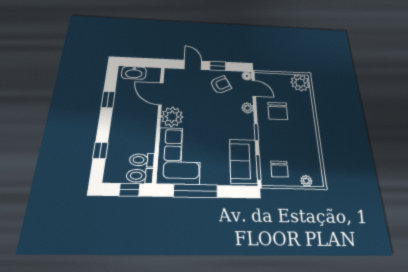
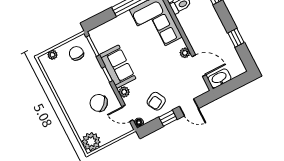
washbasin: (134, 73) -> (219, 78), moved
chair: (278, 111) -> (99, 103), turned -46
plant: (172, 117) -> (185, 53), width x0.53, depth x0.53
sofa: (243, 161) -> (118, 67), moved

